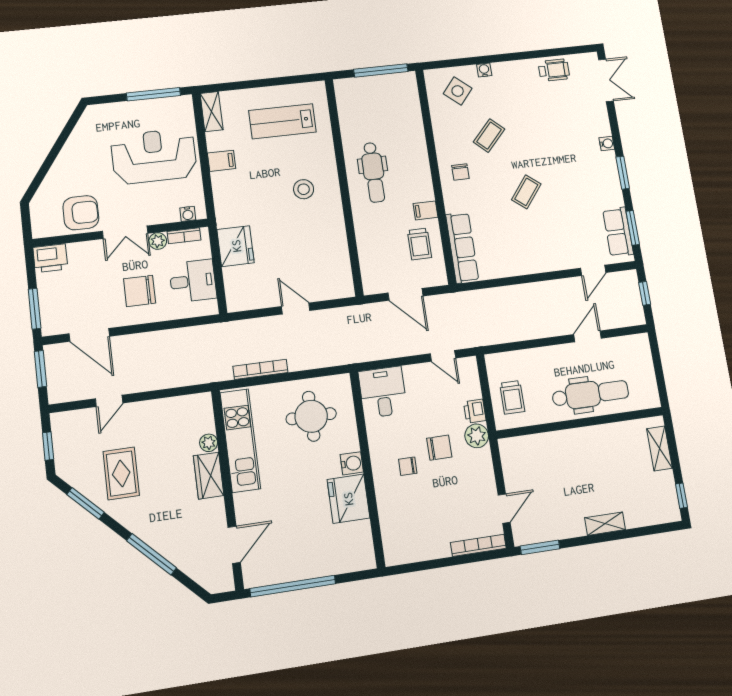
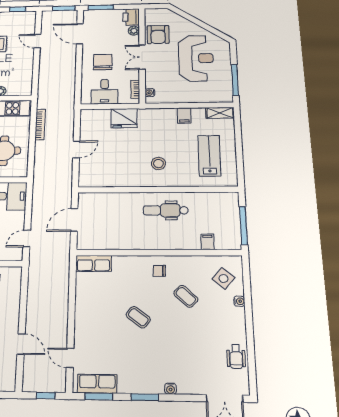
reception desk: (154, 156) -> (196, 58), moved
filing cabinet: (426, 210) -> (208, 242), moved
plant: (158, 241) -> (134, 31), moved
trolley: (419, 244) -> (109, 234), removed
row of seats: (462, 248) -> (93, 263), width x0.68
door: (89, 335) -> (80, 34), hinge flipped

